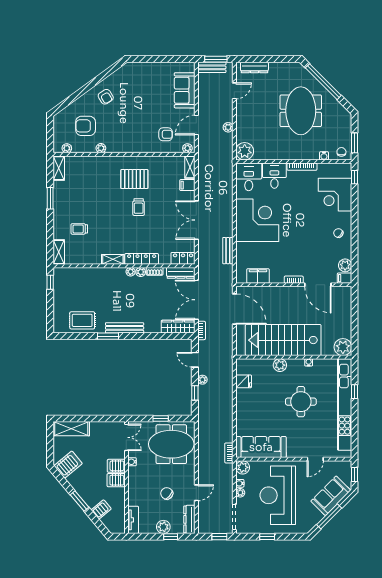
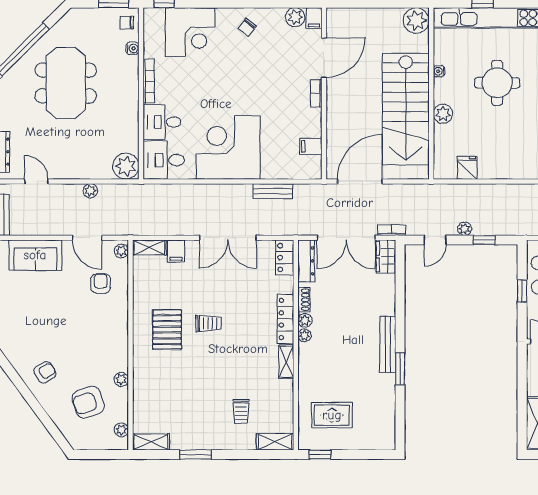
meeting table: (301, 111) -> (66, 83), turned 90
armchair: (86, 126) -> (88, 402), turned 71
filing cabinet: (258, 276) -> (311, 146), width x0.50
rug: (82, 320) -> (332, 415), moved, turned 90
wardrobe: (178, 327) -> (386, 256), width x0.67

